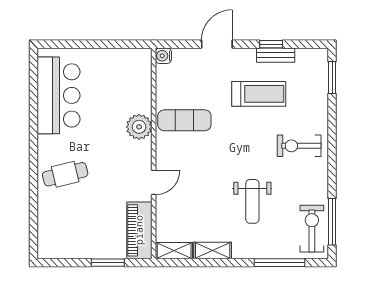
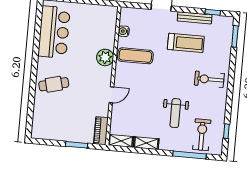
window: (271, 44) -> (213, 12), moved
bench: (276, 55) -> (195, 18), width x1.36
water cooler: (163, 56) -> (124, 31), moved
window: (332, 222) -> (226, 131), width x0.46
exercise bike: (312, 229) -> (202, 135), moved
piano: (139, 230) -> (101, 131), width x0.73, depth x0.75

